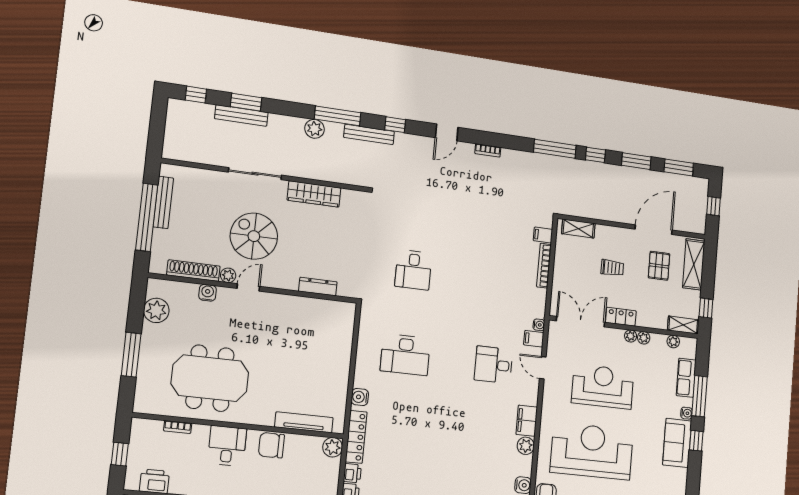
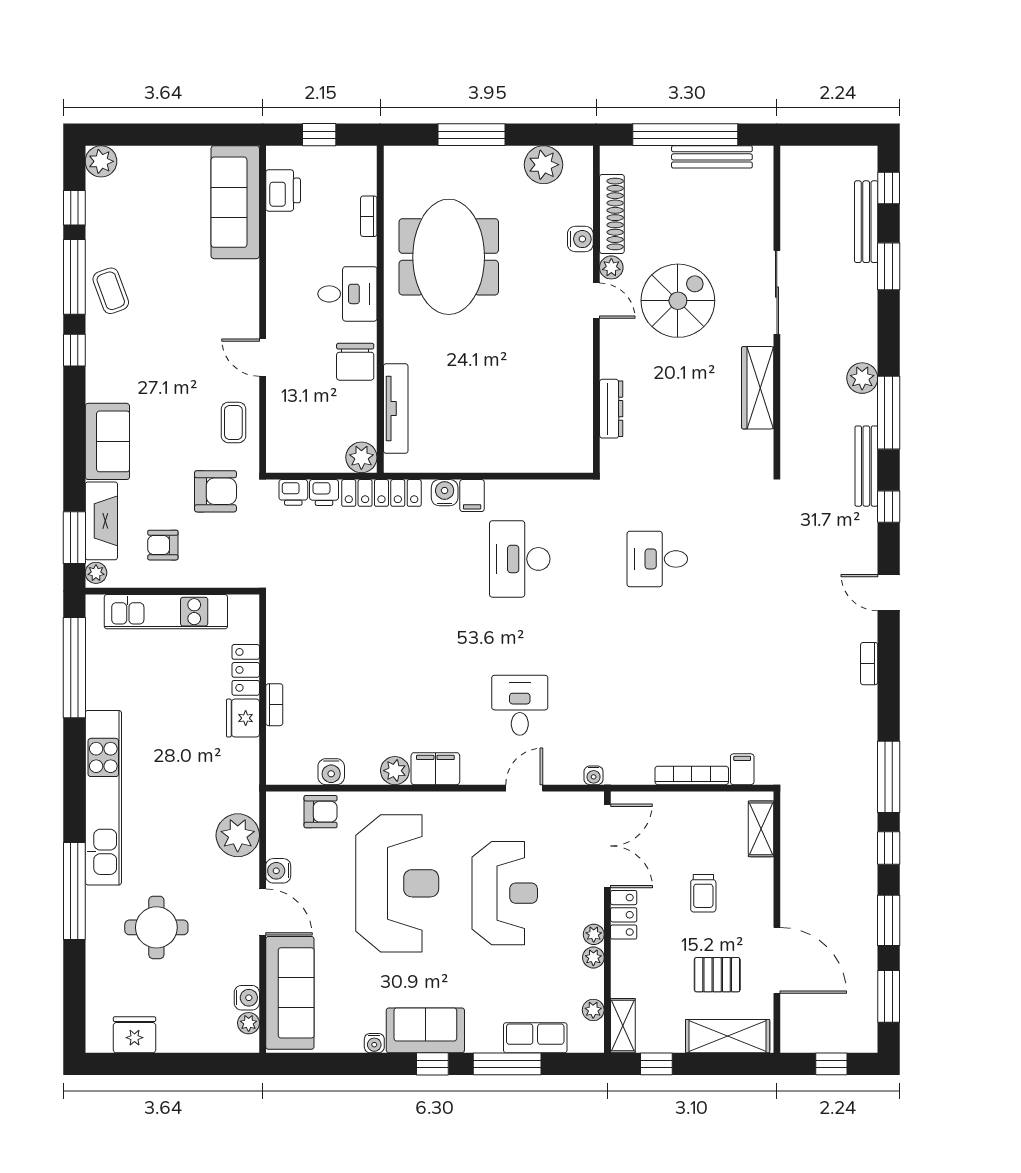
bench: (241, 115) -> (866, 222), moved
filing cabinet: (534, 339) -> (472, 496), moved, turned 180
water cooler: (687, 413) -> (374, 1043), moved
chair: (271, 445) -> (355, 362), turned 180

